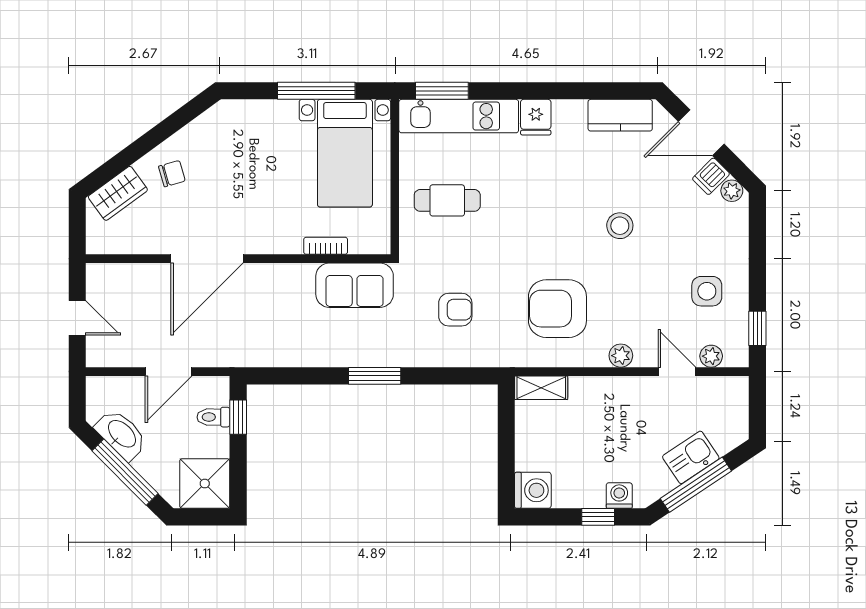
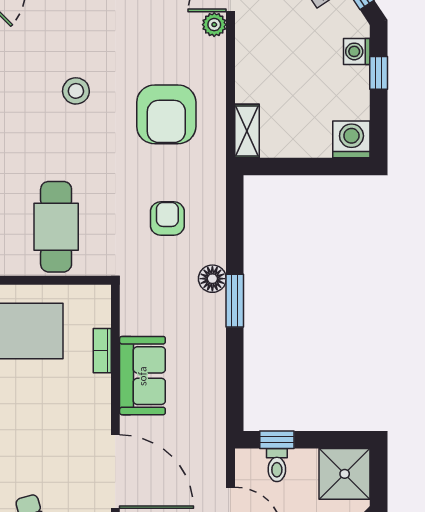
cafe table: (447, 200) -> (56, 227), width x1.37, depth x1.35
stool: (620, 226) -> (76, 91), moved
sofa: (355, 285) -> (142, 376), moved
floor lamp: (396, 354) -> (212, 279), added
plant: (621, 356) -> (214, 25), moved

